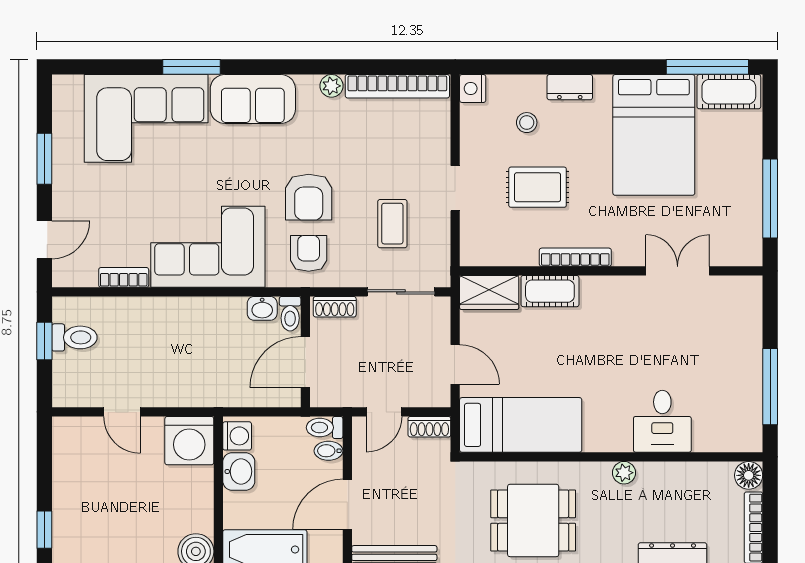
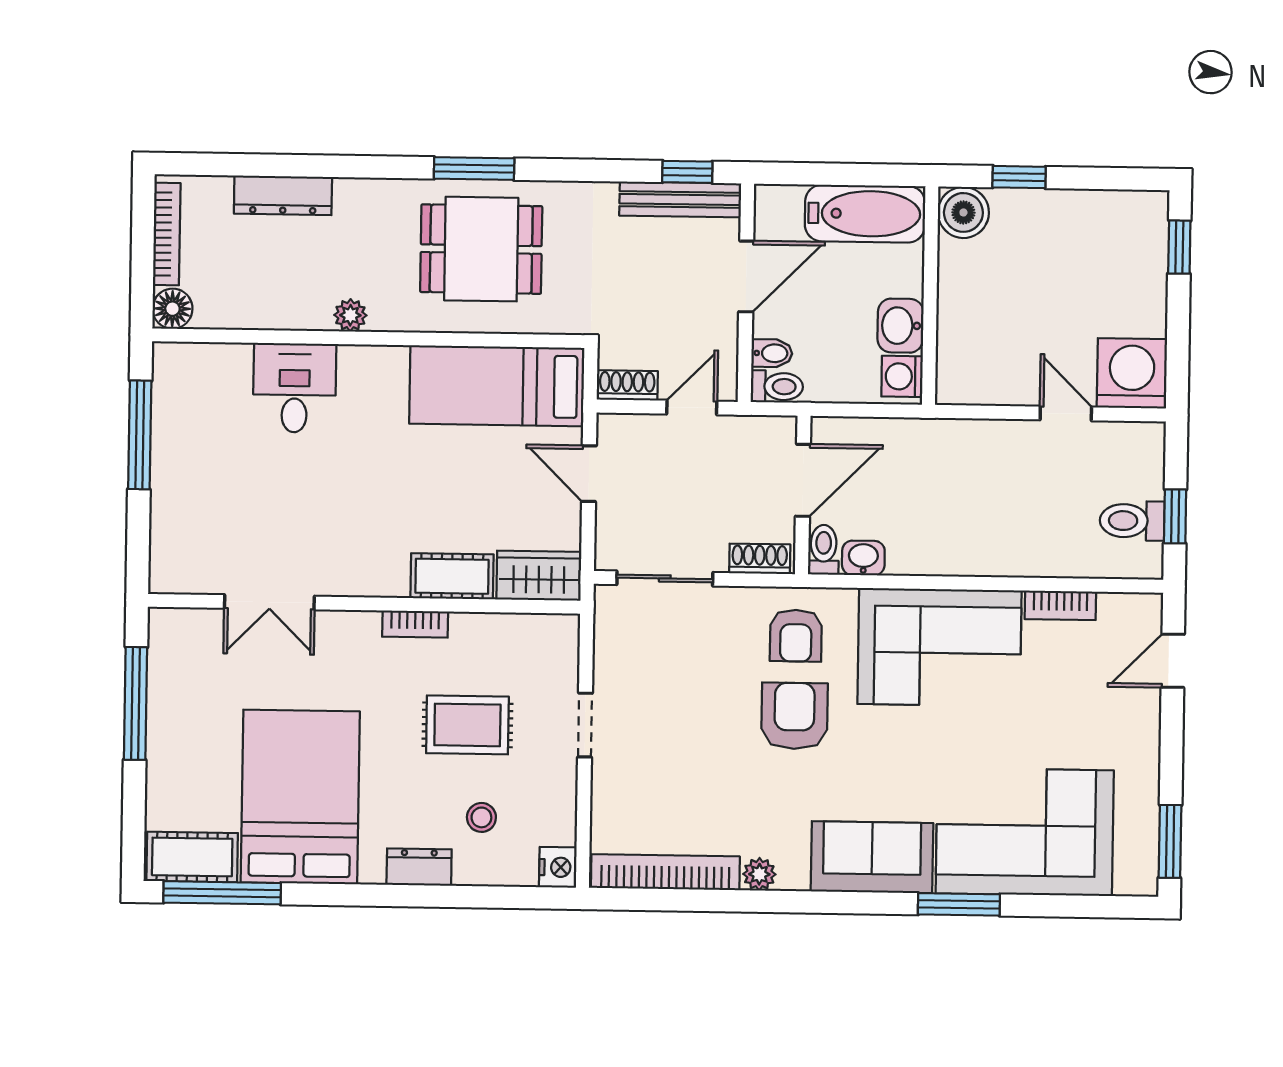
window: (44, 159) -> (1170, 841), moved
coffee table: (392, 224) -> (676, 676), removed
bookcase: (575, 257) -> (415, 624), width x0.64
washing machine: (189, 441) -> (1132, 373), moved

